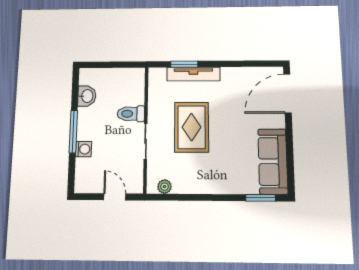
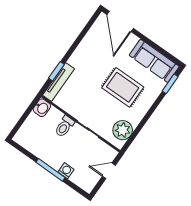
tv unit: (193, 74) -> (58, 82), moved
washbasin: (87, 96) -> (42, 108), moved, turned 90
rug: (191, 127) -> (123, 87), moved
plant: (164, 187) -> (123, 130), width x1.88, depth x1.88

